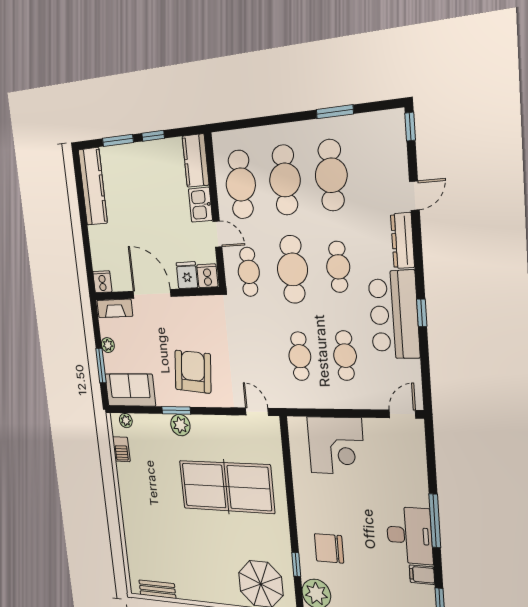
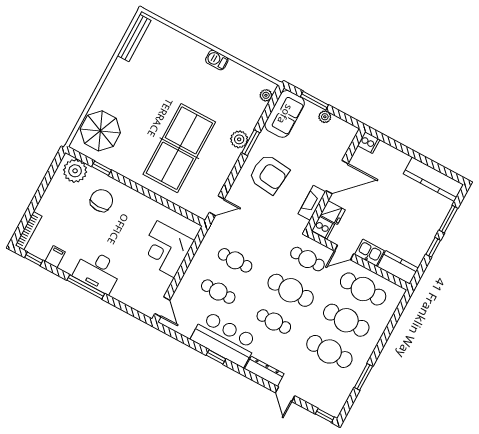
fireplace: (115, 308) -> (312, 203), moved
barbecue: (121, 449) -> (217, 60), moved
desk: (409, 535) -> (98, 271), moved
bench: (157, 589) -> (134, 38), width x1.36

